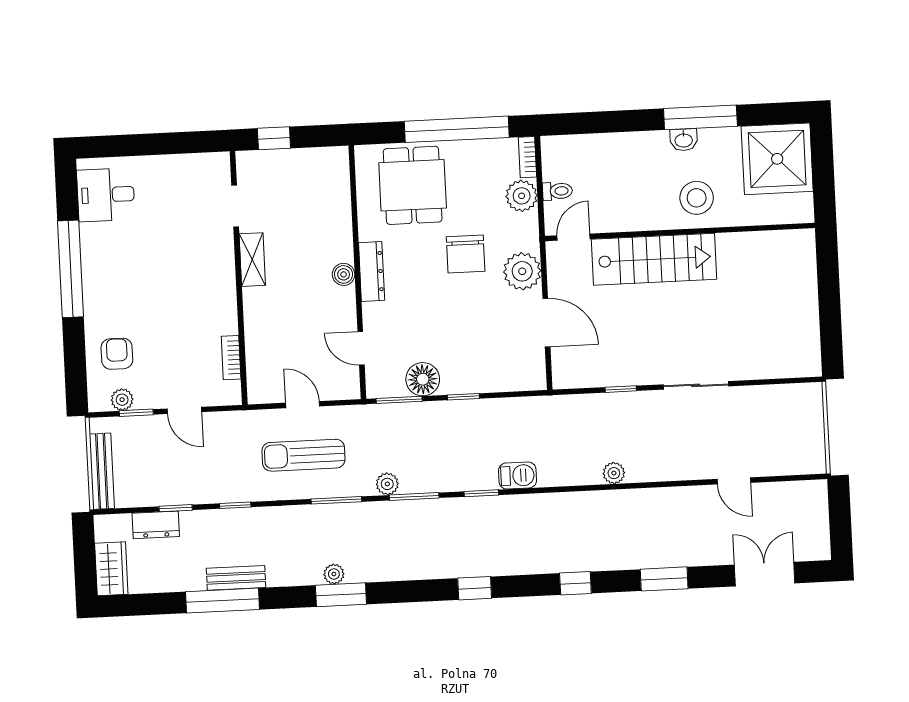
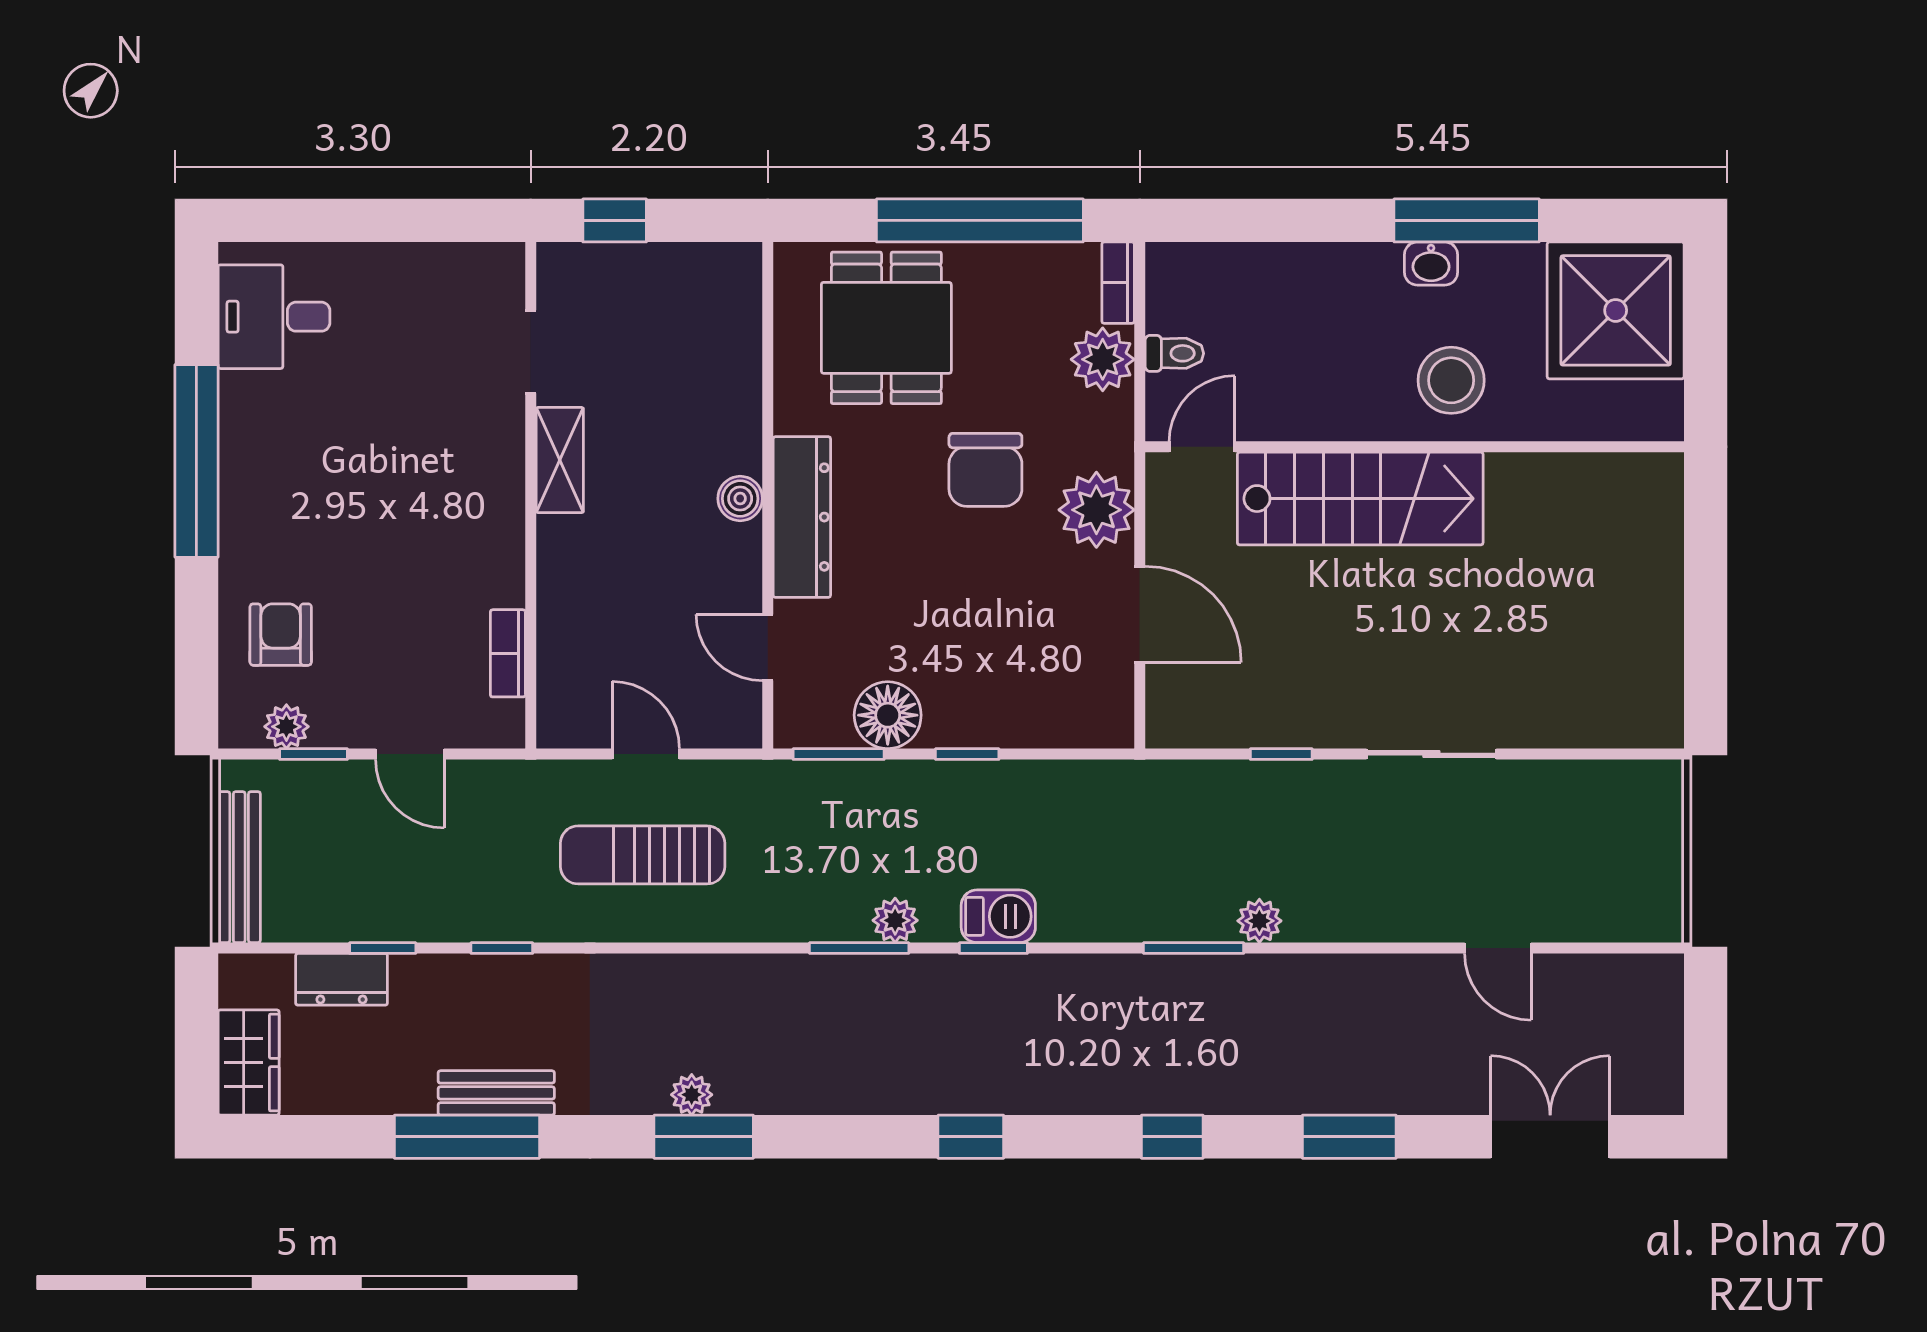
dresser: (372, 272) -> (802, 517), width x1.37, depth x1.24
barbecue: (517, 476) -> (998, 916), moved
plant: (387, 484) -> (895, 920), moved
window: (336, 500) -> (1194, 948), moved

